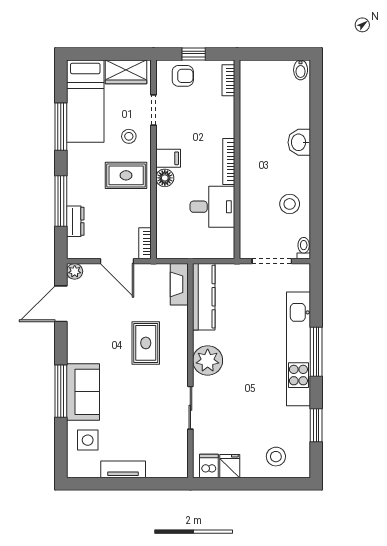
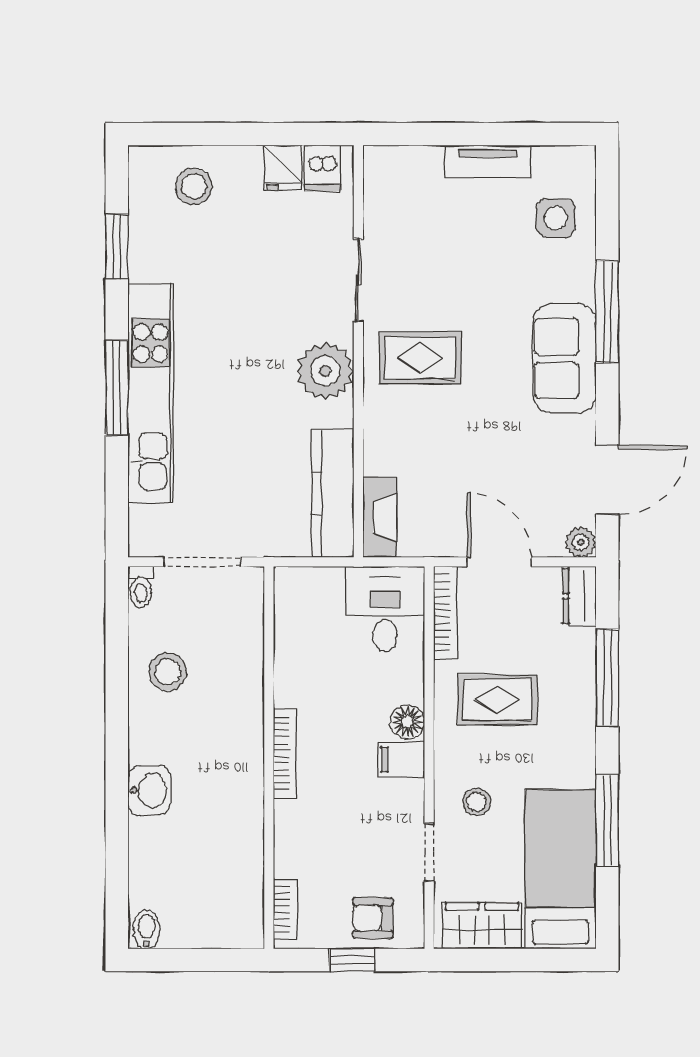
rug: (126, 175) -> (497, 700), moved
desk: (212, 207) -> (385, 609), moved, turned 90
dresser: (75, 221) -> (579, 596), moved
bookcase: (145, 243) -> (446, 613), width x1.56
rug: (146, 343) -> (420, 358), moved, turned 90
sofa: (83, 392) -> (565, 359), moved

